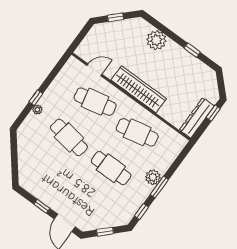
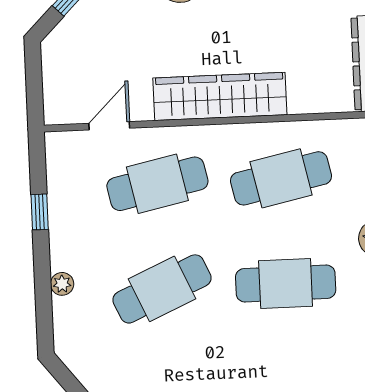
window: (36, 98) -> (40, 212), moved
cafe table: (69, 137) -> (162, 289), turned -33

